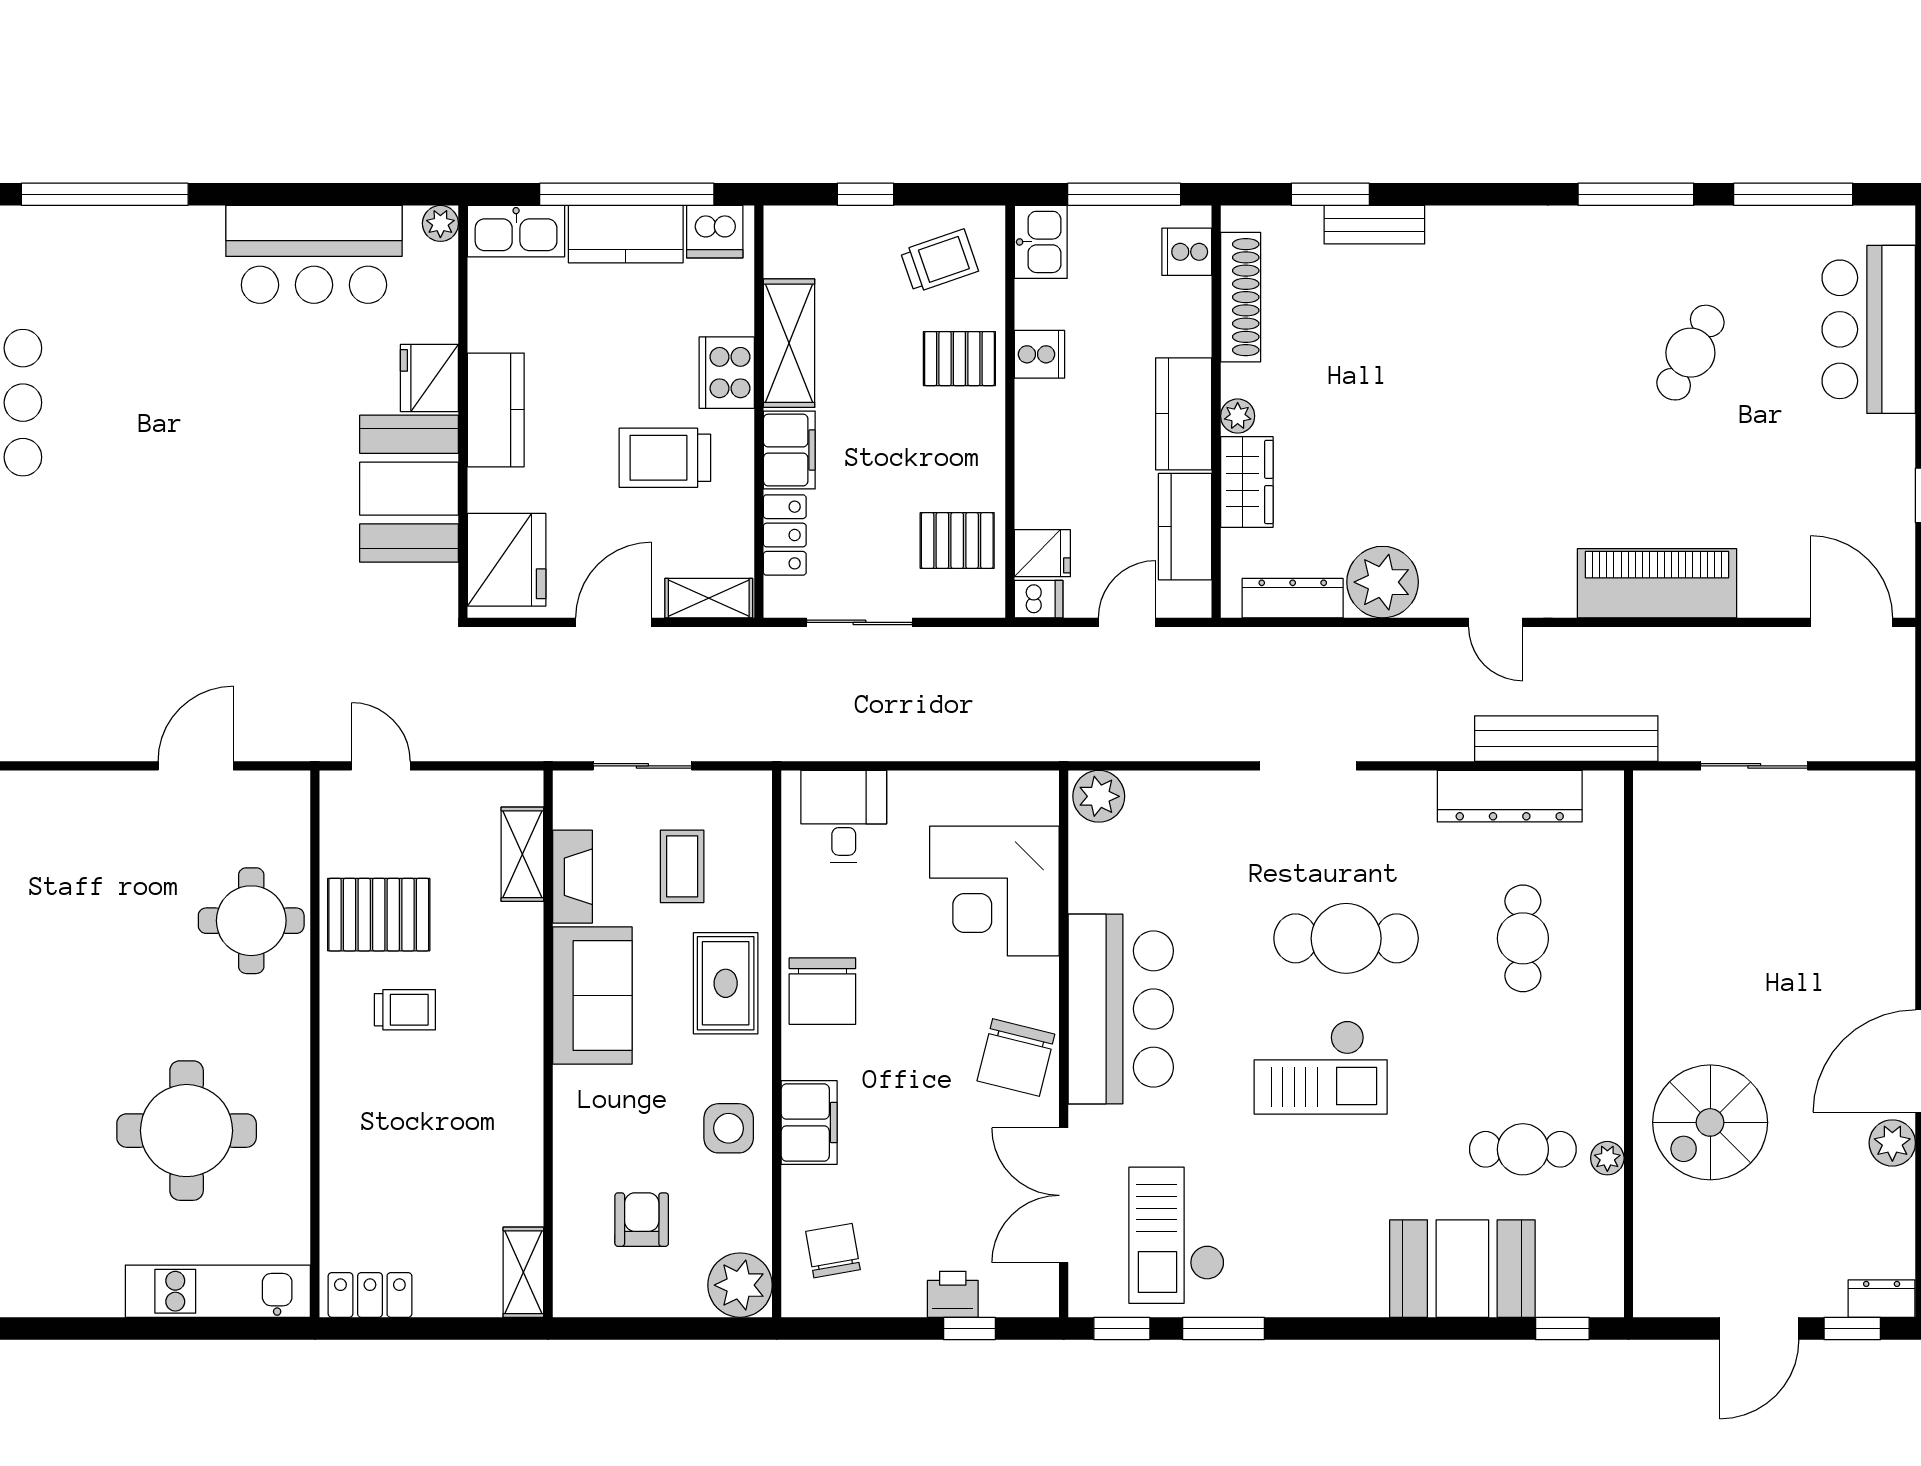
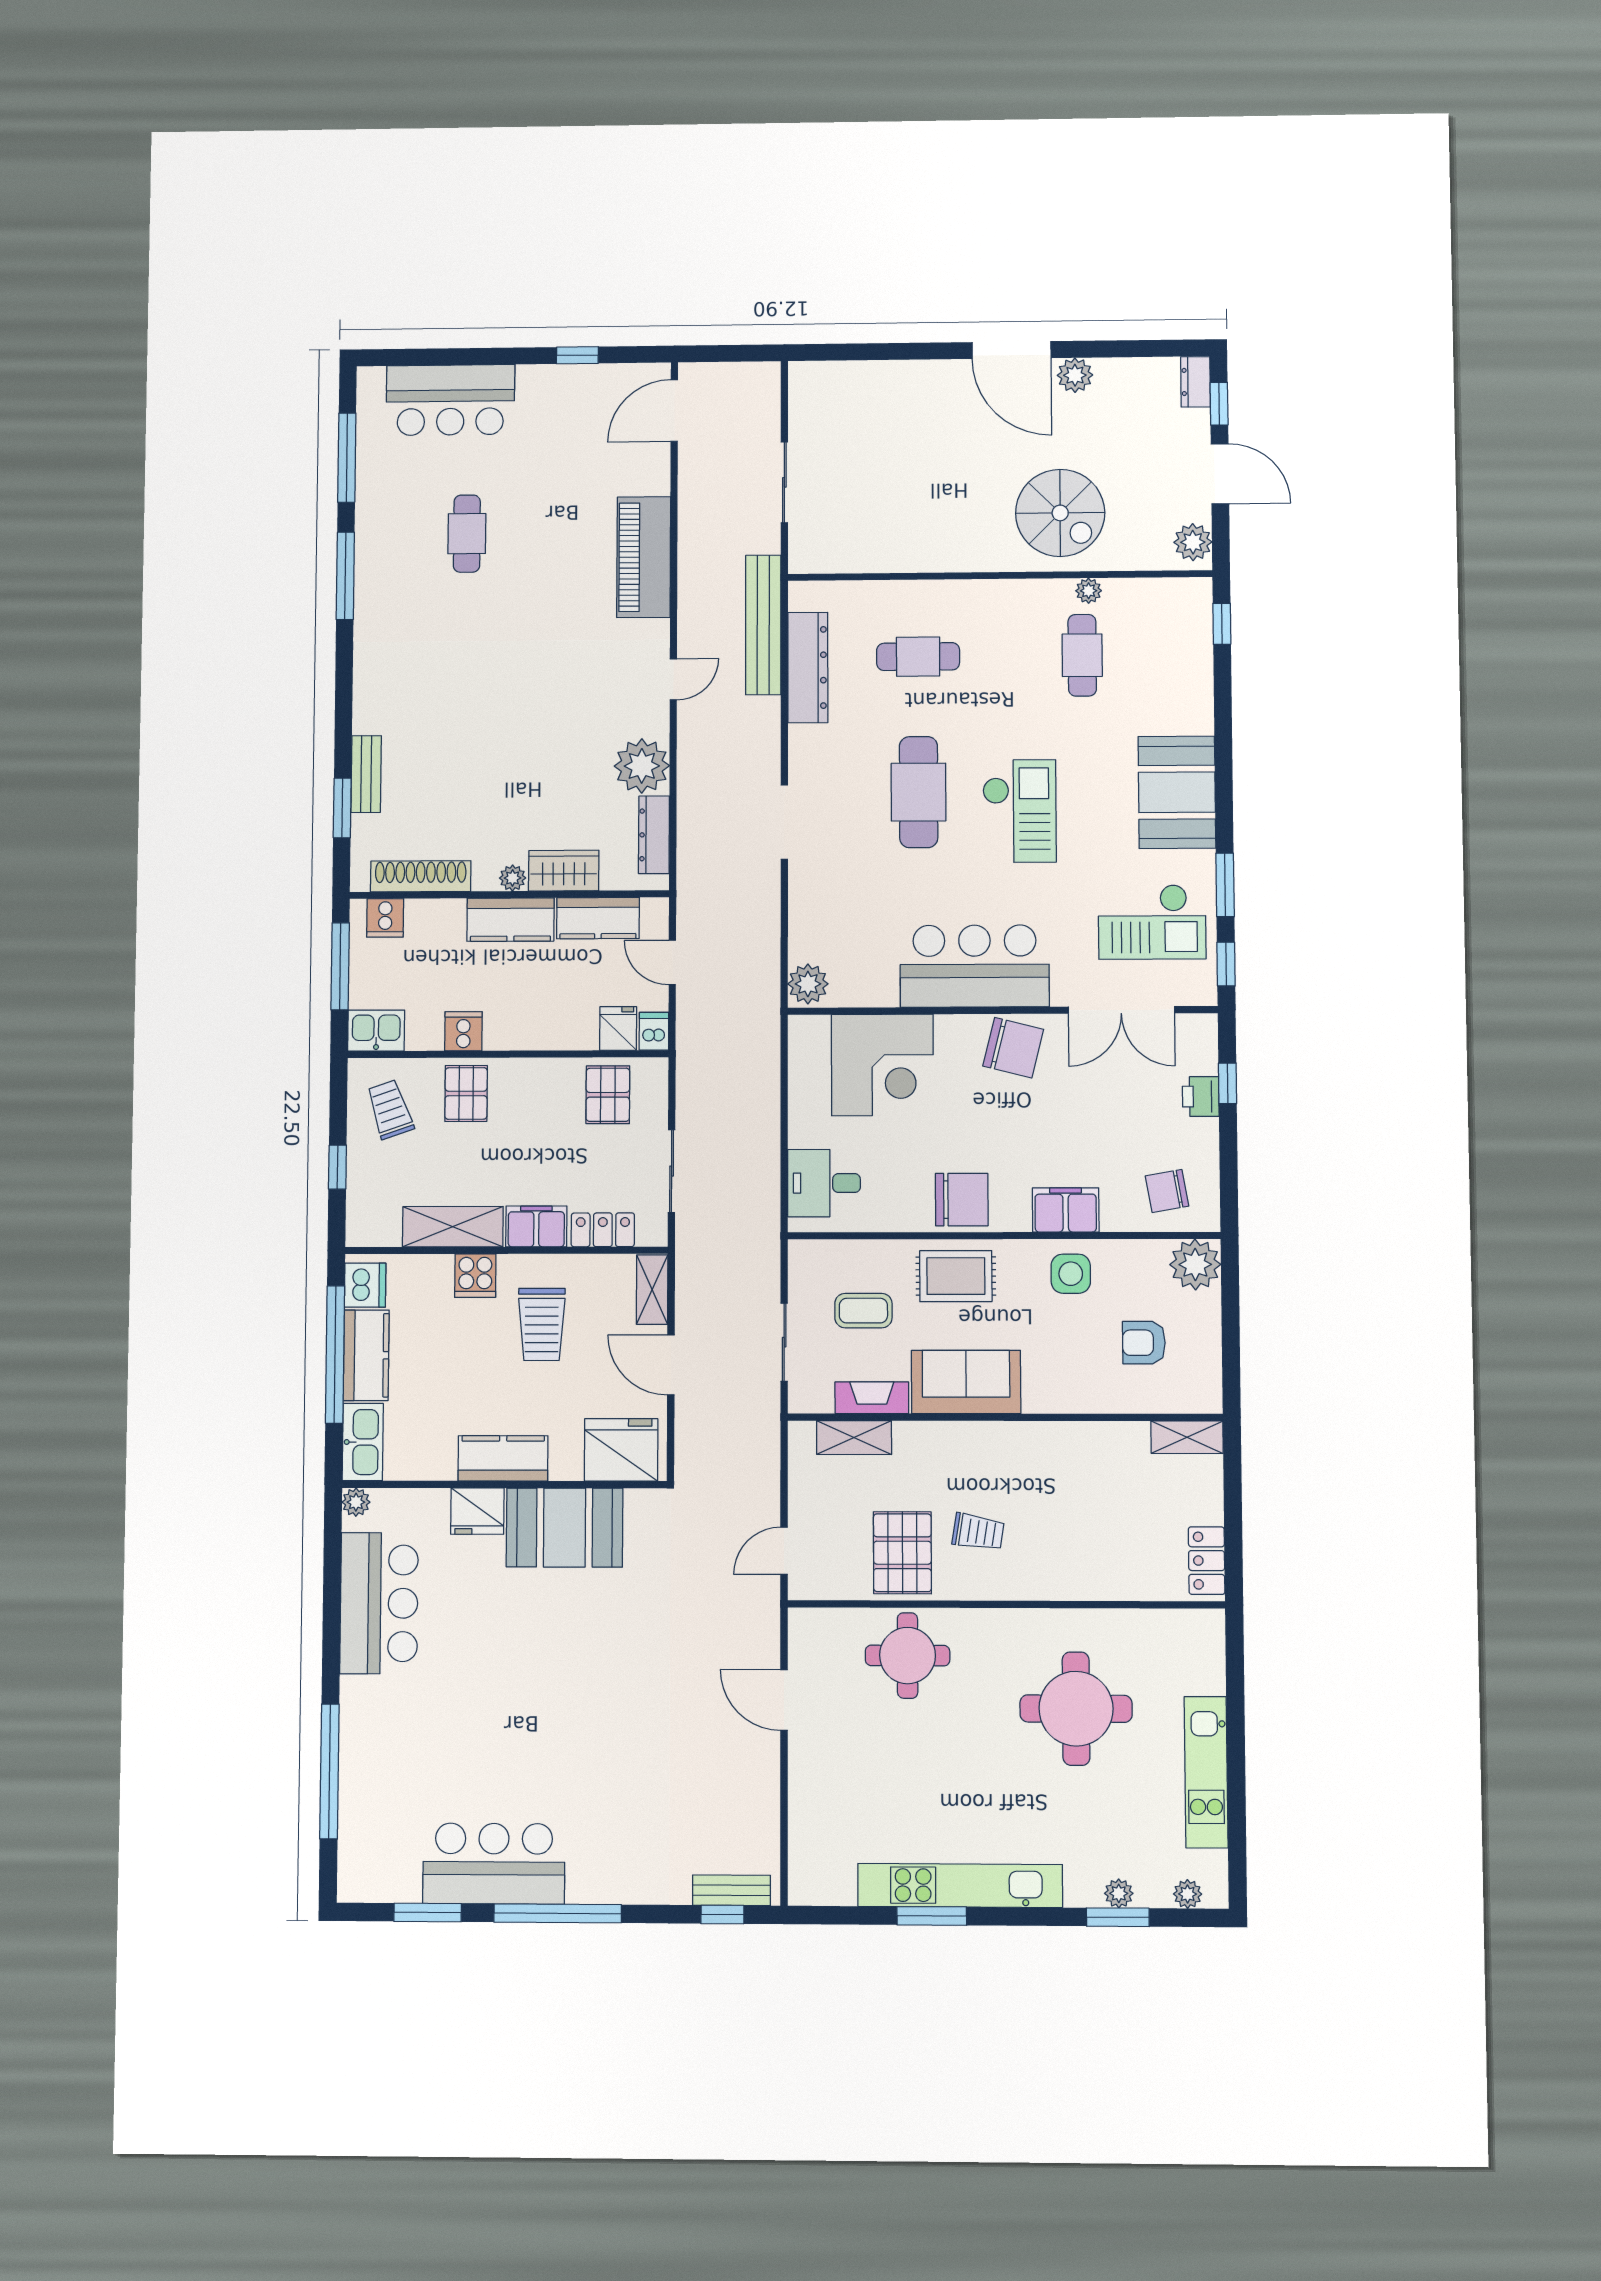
cafe table: (1690, 353) -> (467, 534), turned 62
cooker: (727, 373) -> (475, 1276), width x0.73
trolley: (405, 1010) -> (978, 1532), turned 99
booth: (1462, 1269) -> (1177, 792), moved
kitchen unit: (218, 1291) -> (1206, 1772), moved
plant: (1670, 1293) -> (1193, 542), added

